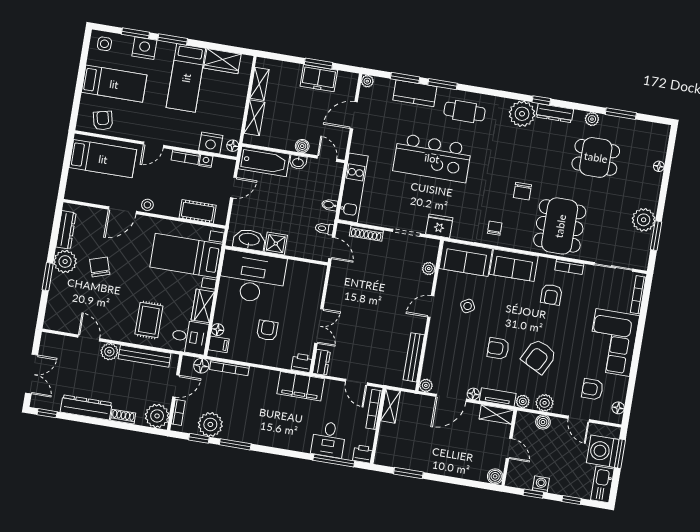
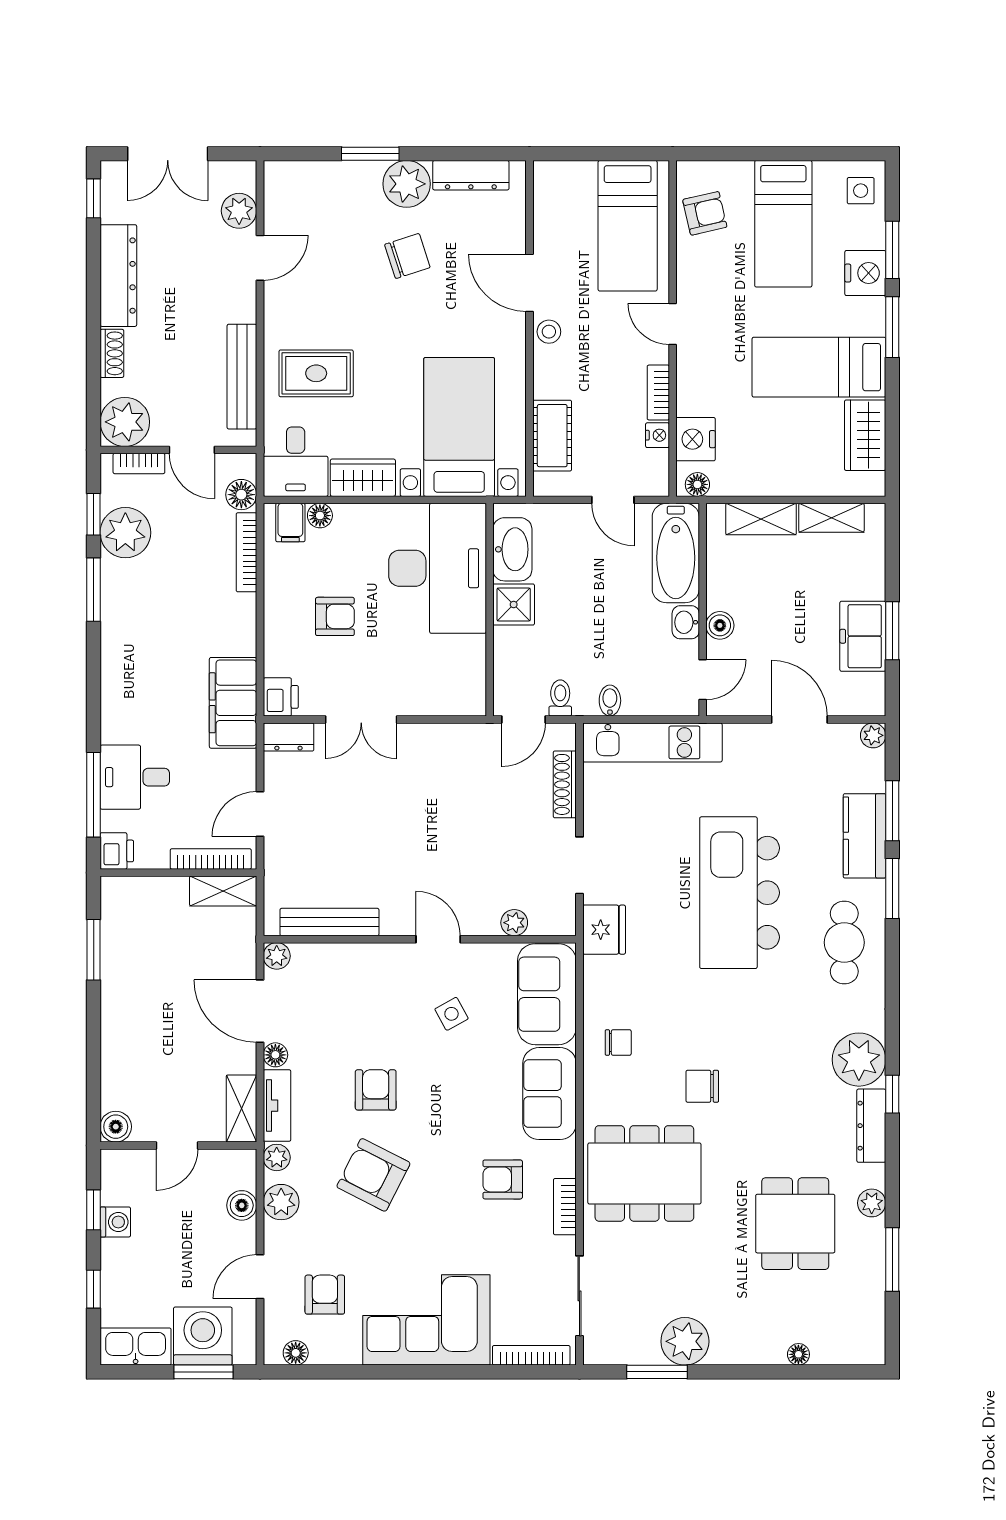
plant: (109, 352) -> (239, 211), moved

